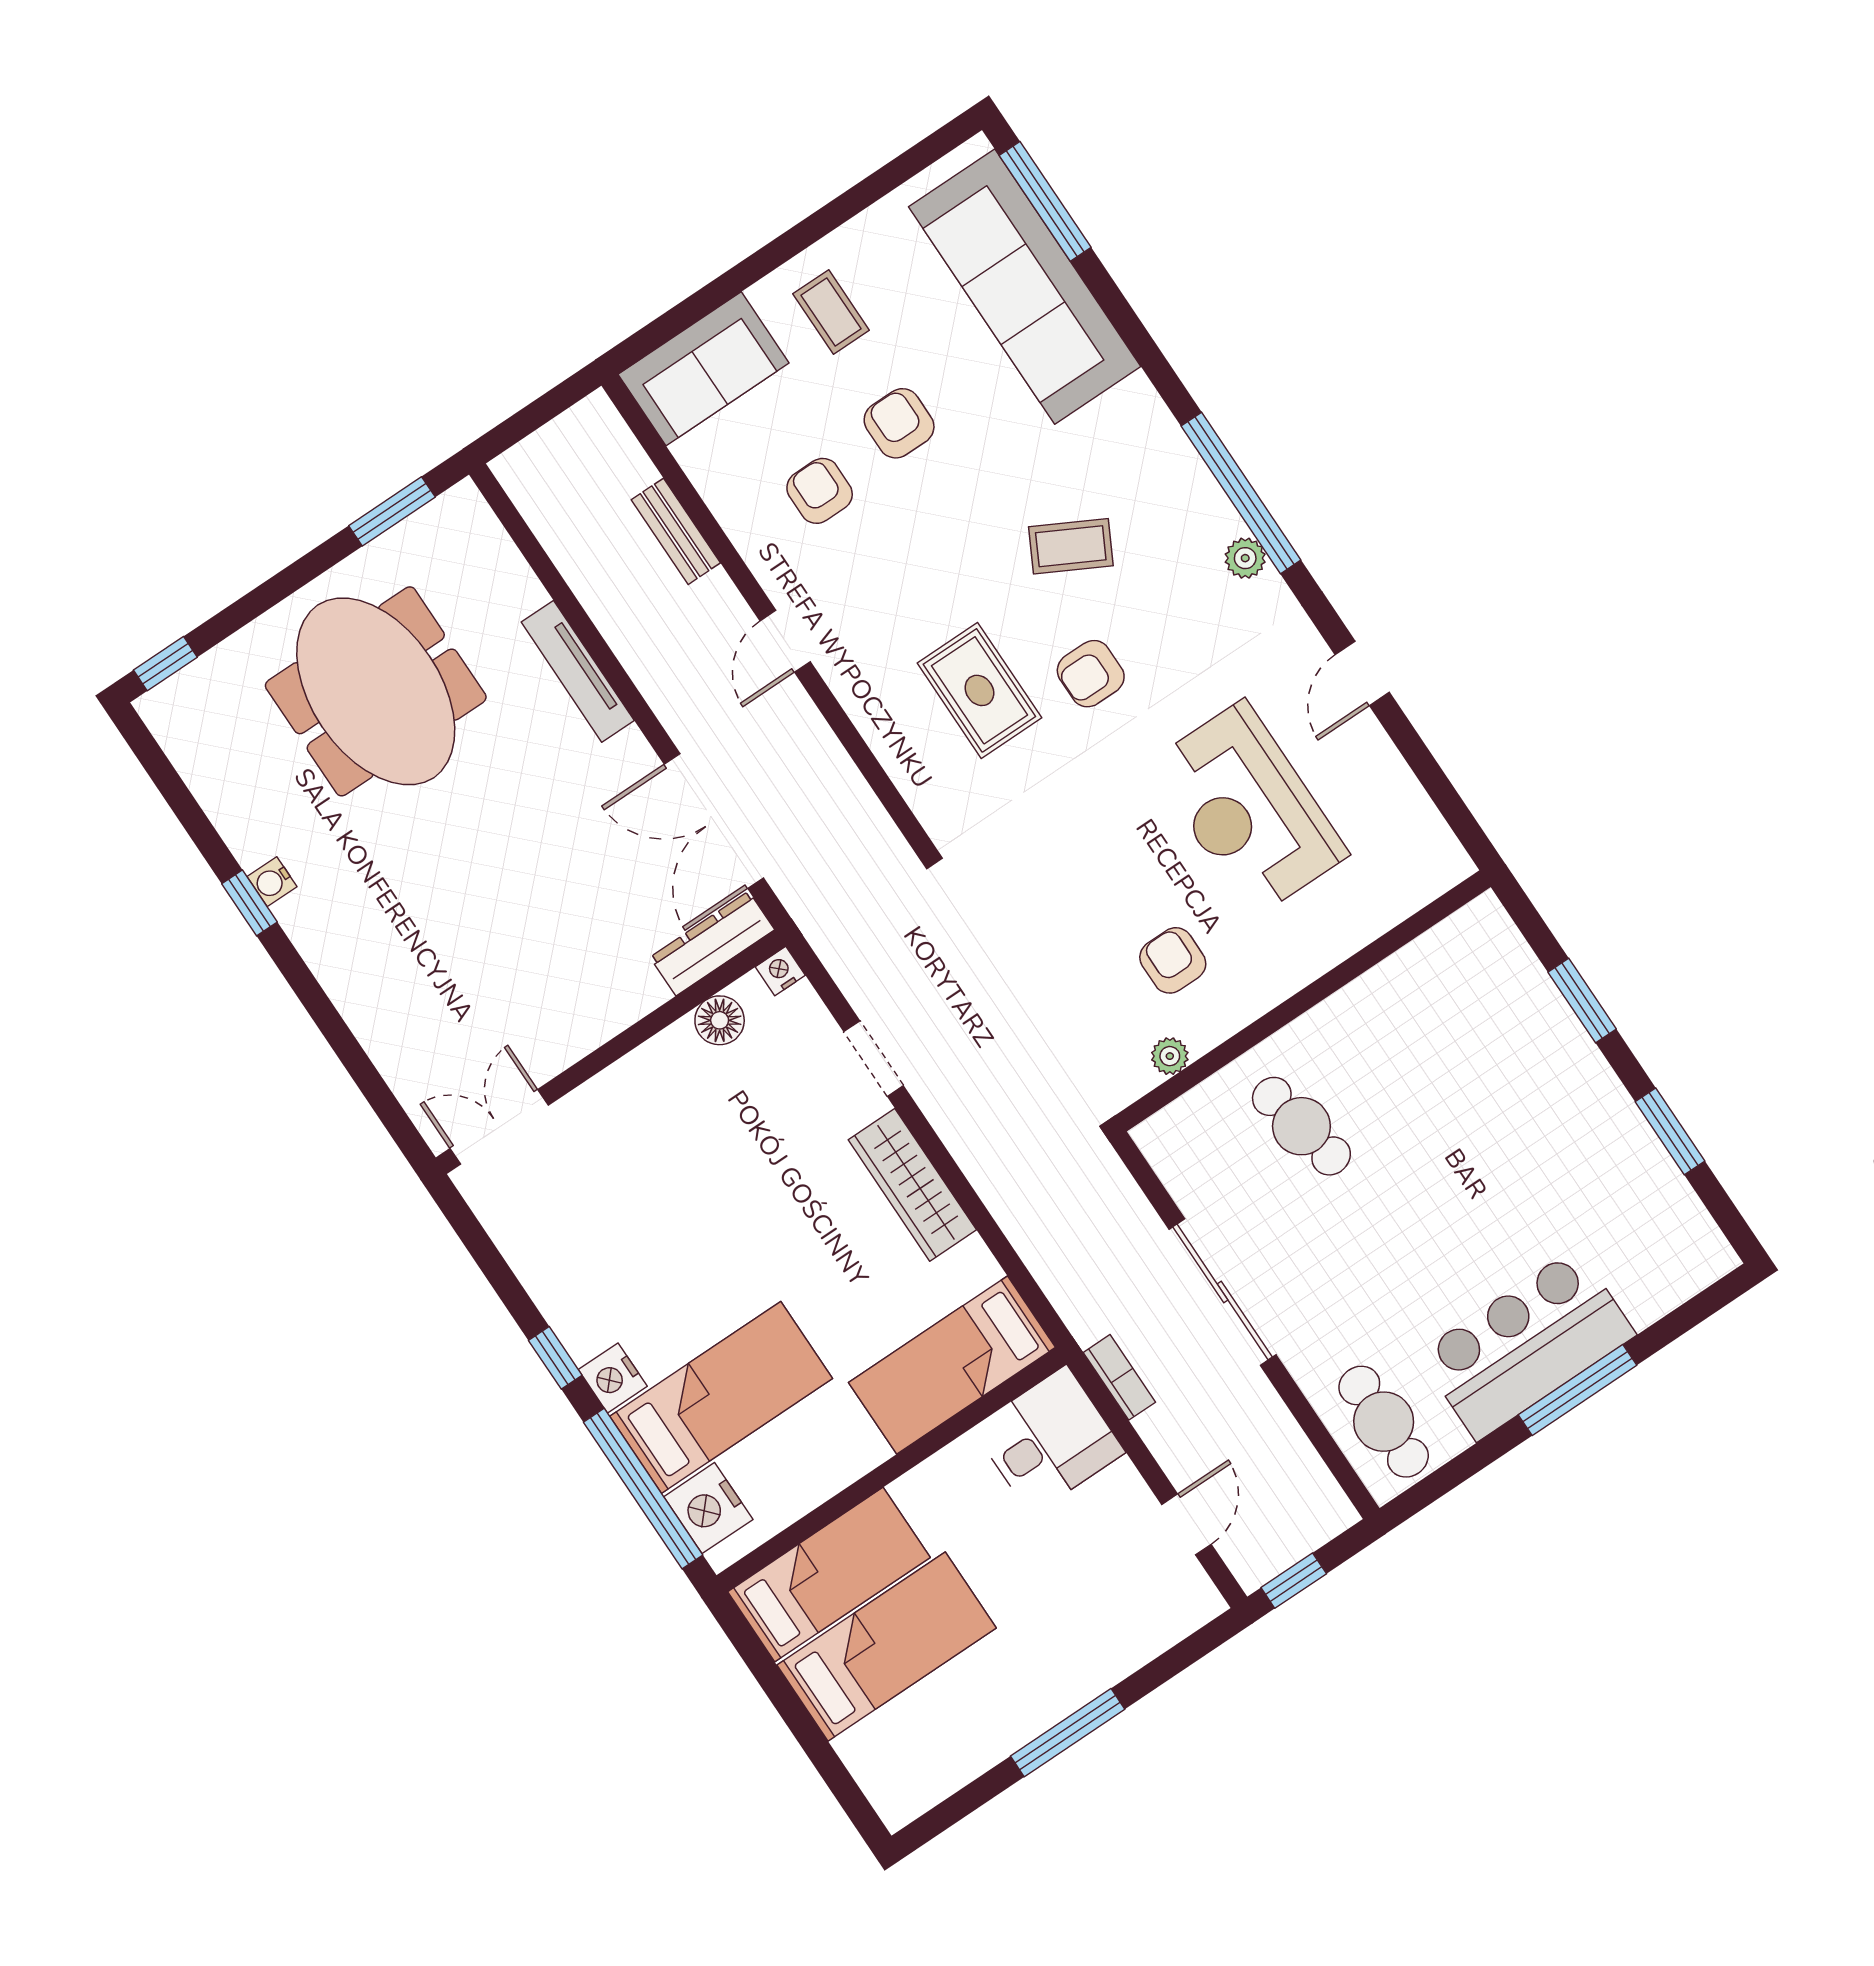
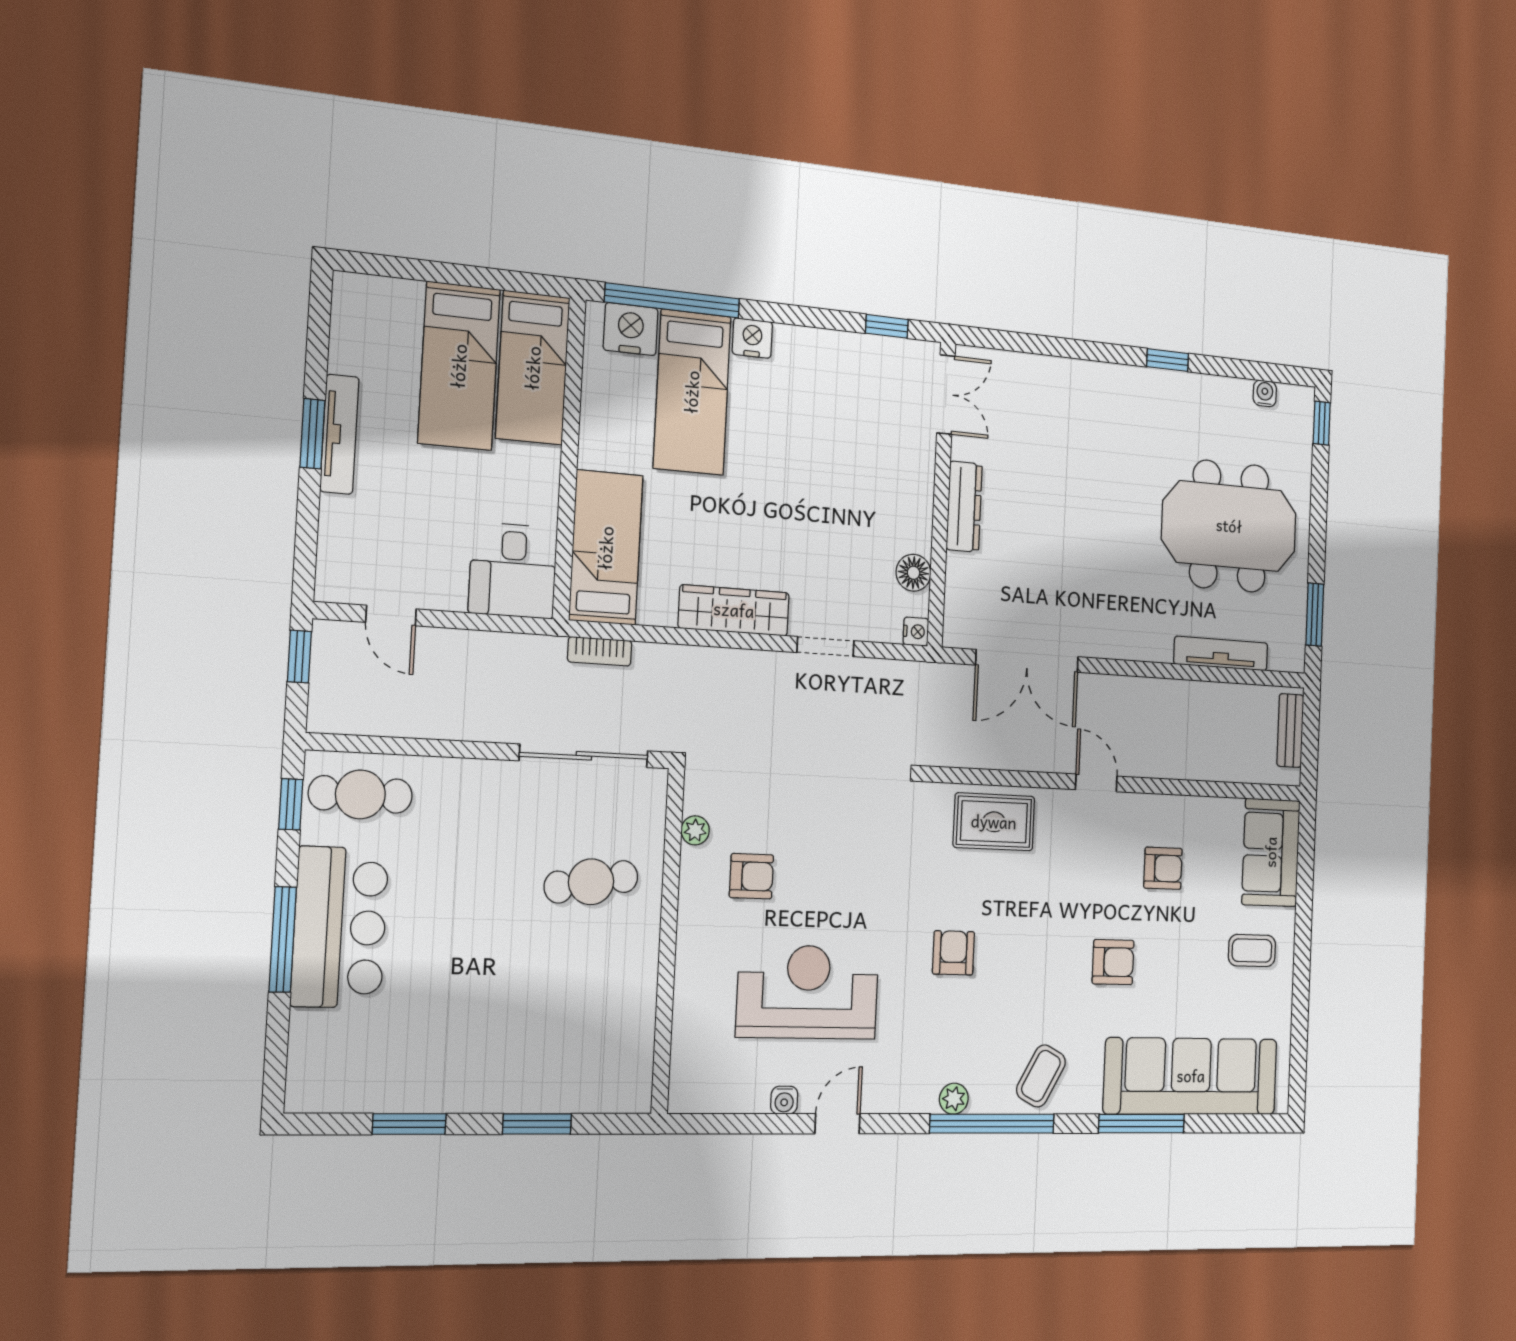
window: (1045, 201) -> (1142, 1124), moved
armchair: (899, 423) -> (1113, 962), moved
bench: (676, 531) -> (1290, 731), moved, turned 90
coffee table: (1071, 546) -> (1041, 1076), moved
tv unit: (578, 671) -> (1221, 653), moved
door: (1362, 673) -> (837, 1124), hinge flipped
rug: (979, 690) -> (994, 822), moved
water cooler: (1378, 752) -> (784, 1100), added
double door: (714, 821) -> (1027, 661), swing flipped
water cooler: (272, 882) -> (1265, 393), moved
dresser: (712, 943) -> (964, 507), moved
sliding door: (1223, 1292) -> (584, 756), moved
window: (555, 1358) -> (887, 326), moved
bookcase: (1119, 1377) -> (600, 651), moved
window: (1442, 1481) -> (291, 804), added
tv unit: (1048, 1707) -> (339, 434), added
window: (1068, 1733) -> (312, 434), width x0.69

